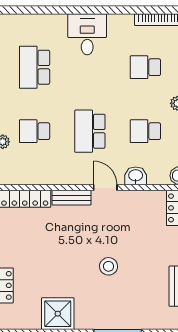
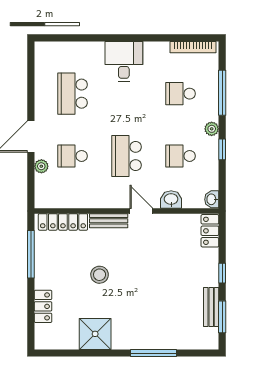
stool: (109, 266) -> (100, 275), moved

